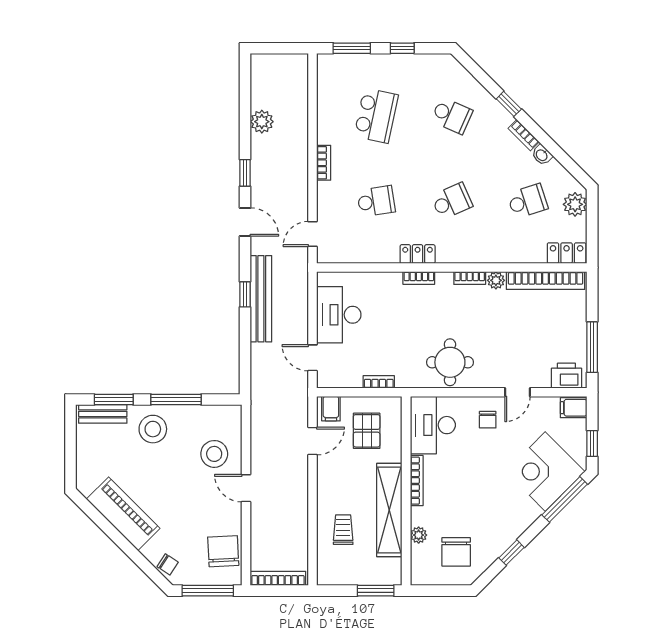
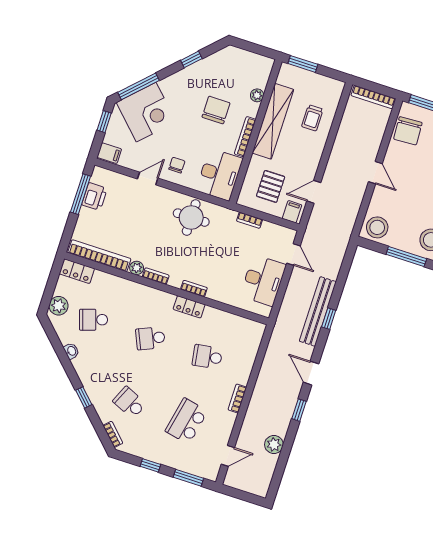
bookcase: (524, 135) -> (113, 434), moved
door: (313, 234) -> (228, 456), moved
printer: (566, 376) -> (94, 197), moved, turned -90
stool: (214, 454) -> (377, 227), moved
chair: (456, 552) -> (216, 110), moved

